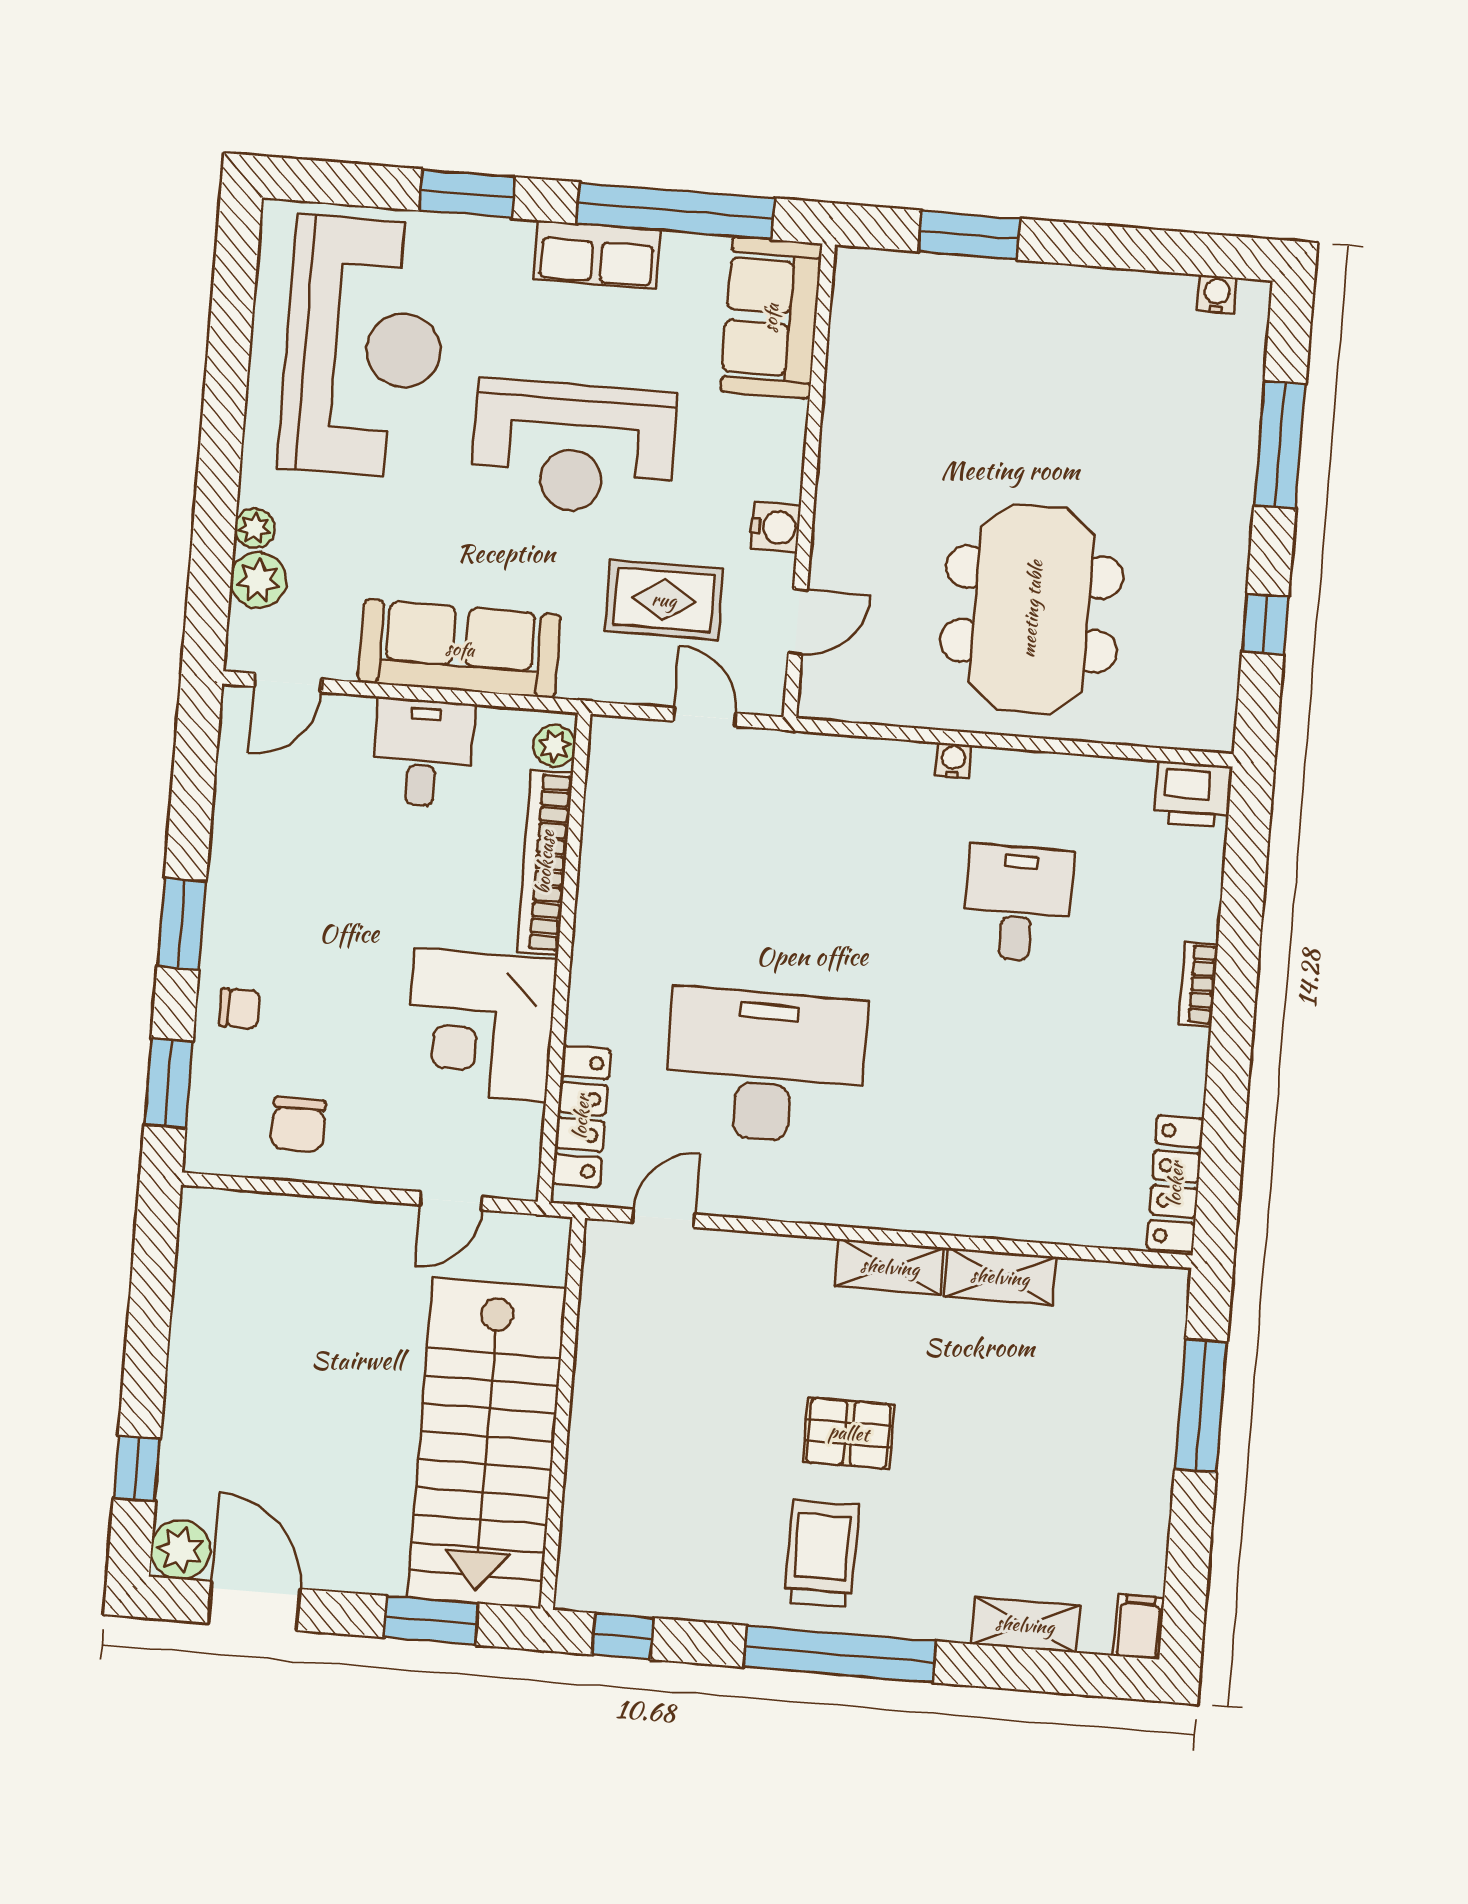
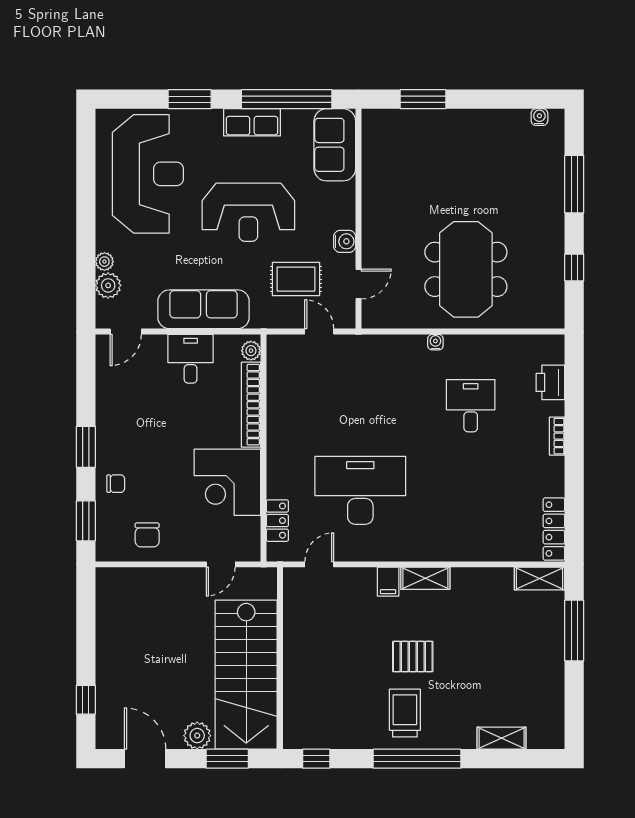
printer: (1193, 794) -> (550, 382), moved, turned 90
locker: (581, 1117) -> (277, 521), width x0.66
shelving: (1000, 1277) -> (540, 579), moved
plant: (180, 1550) -> (197, 736), moved
filing cabinet: (1139, 1627) -> (388, 582), moved, turned 180

